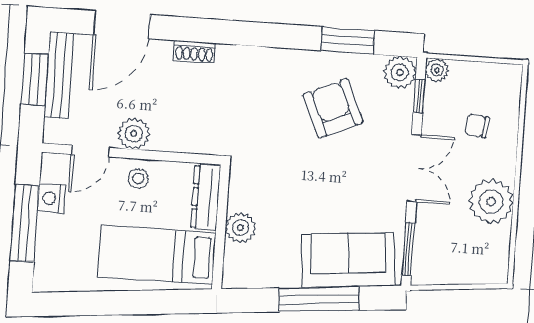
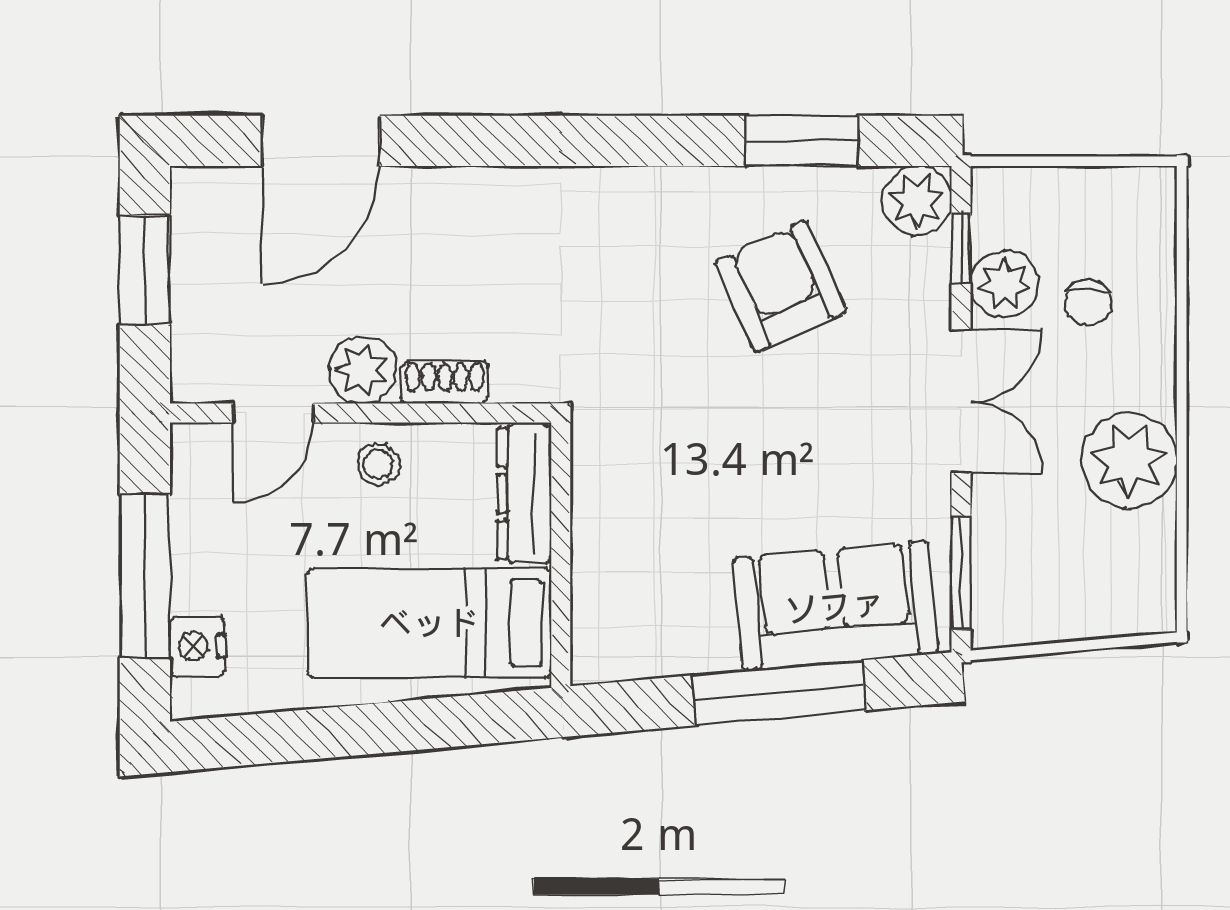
shoe rack: (194, 52) -> (445, 382), moved, turned 180
plant: (437, 70) -> (1004, 284), moved, width x1.38, depth x1.38
bench: (59, 75) -> (195, 257), removed
chair: (477, 126) -> (1088, 303), turned -94
nightstand: (51, 198) -> (197, 646), moved
plant: (241, 228) -> (603, 553), removed

